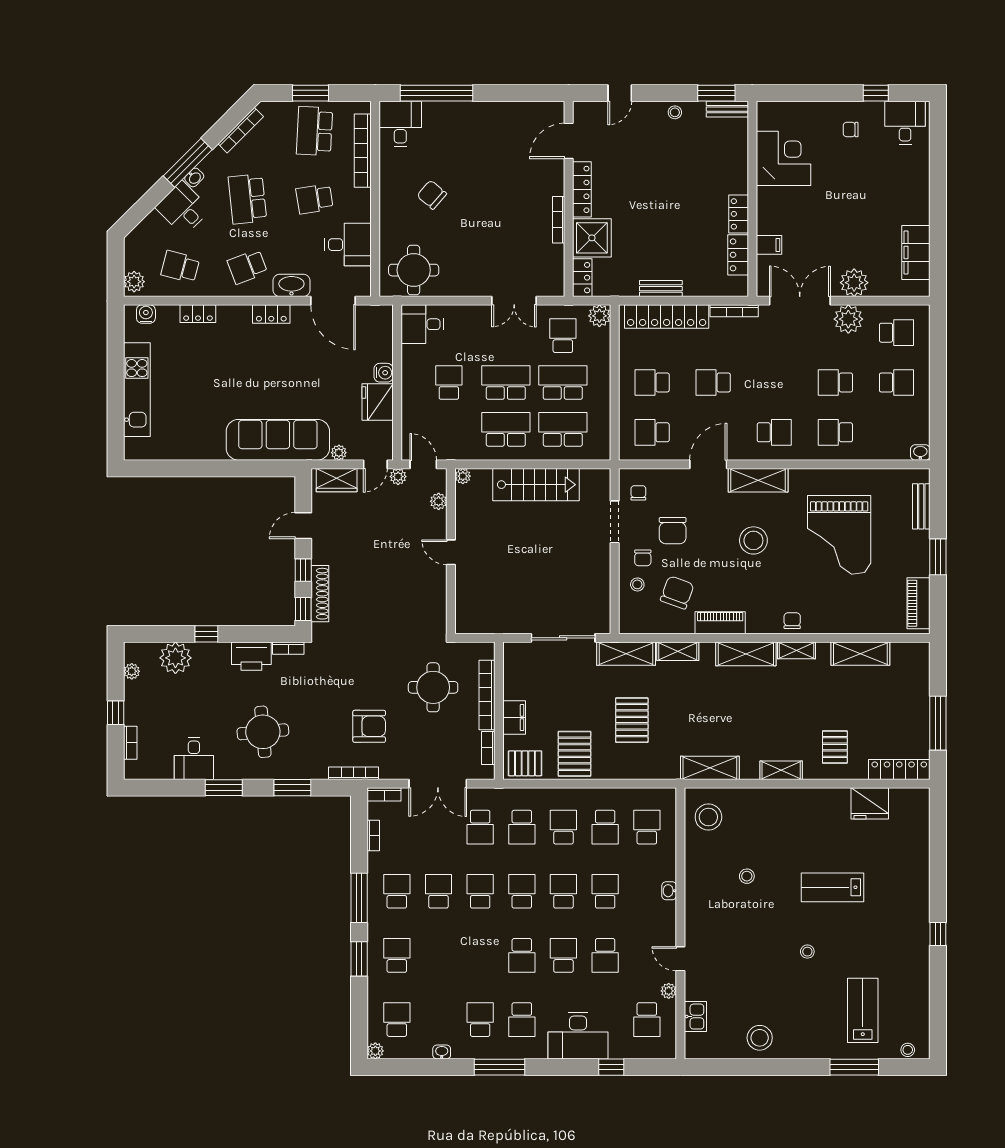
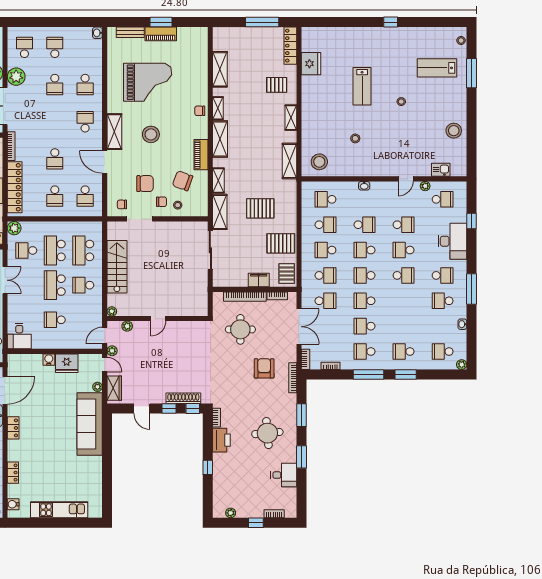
school desk: (506, 429) -> (83, 285), width x0.54
piano: (918, 603) -> (161, 34), moved
plant: (175, 658) -> (222, 486), removed
school desk: (605, 891) -> (365, 225), turned 180

